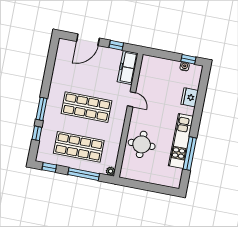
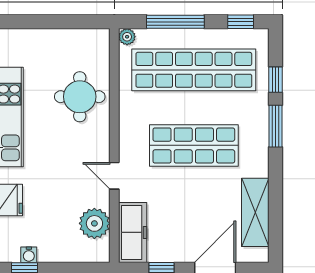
shelving: (61, 66) -> (255, 212), added
plant: (147, 76) -> (94, 223), added
shop shelf: (79, 147) -> (194, 70), width x1.40

